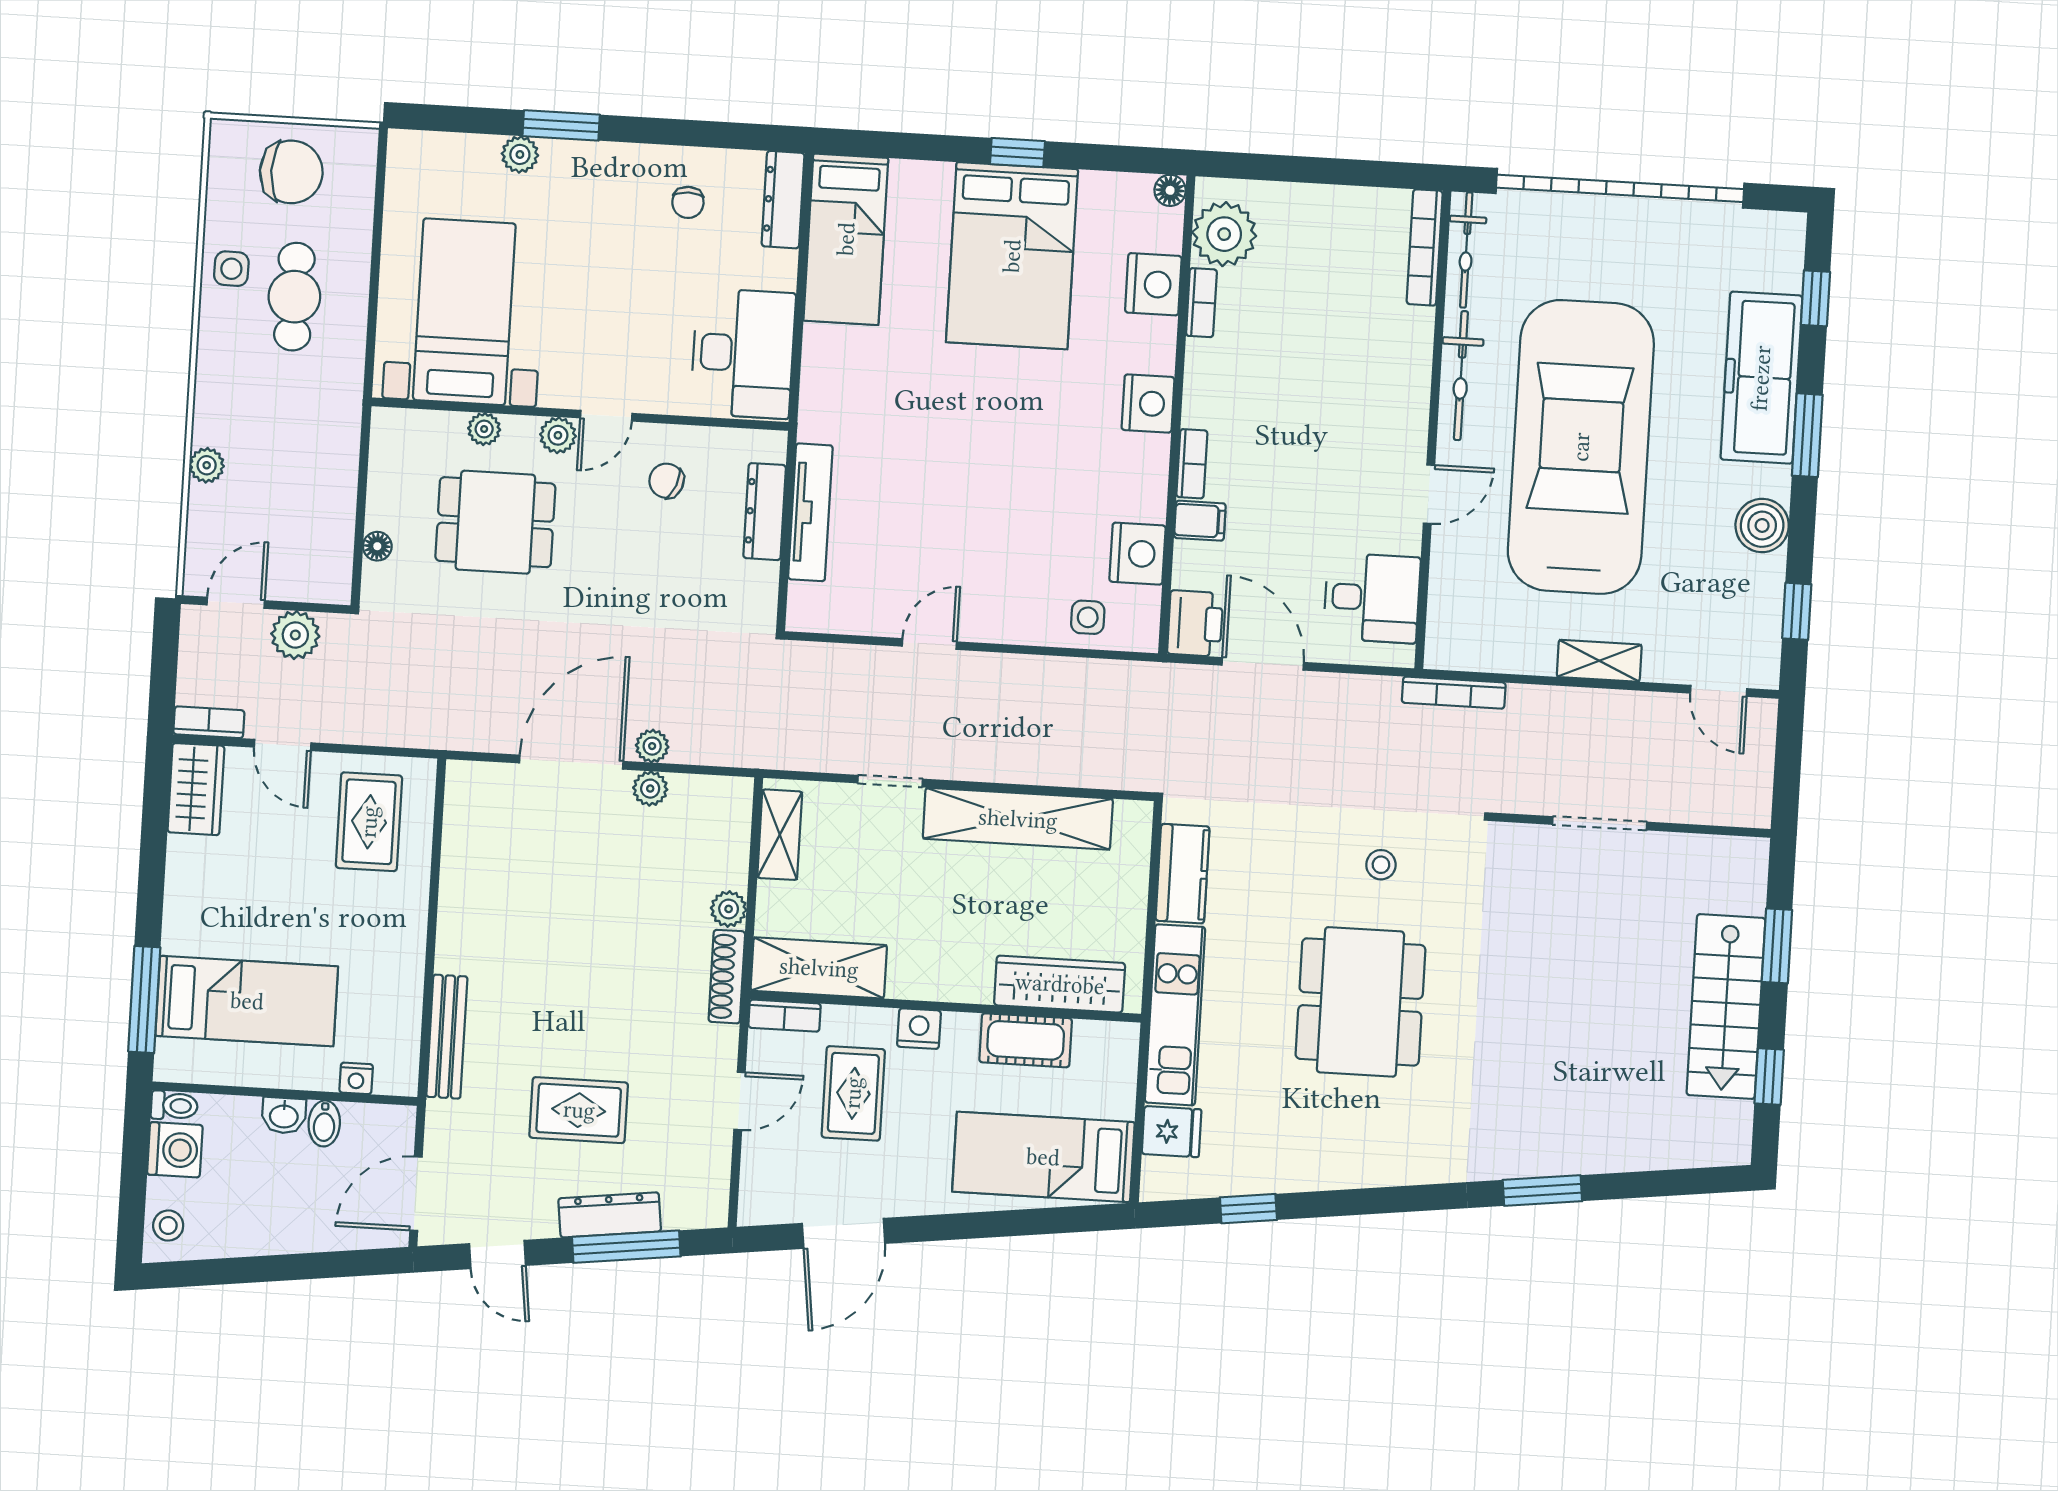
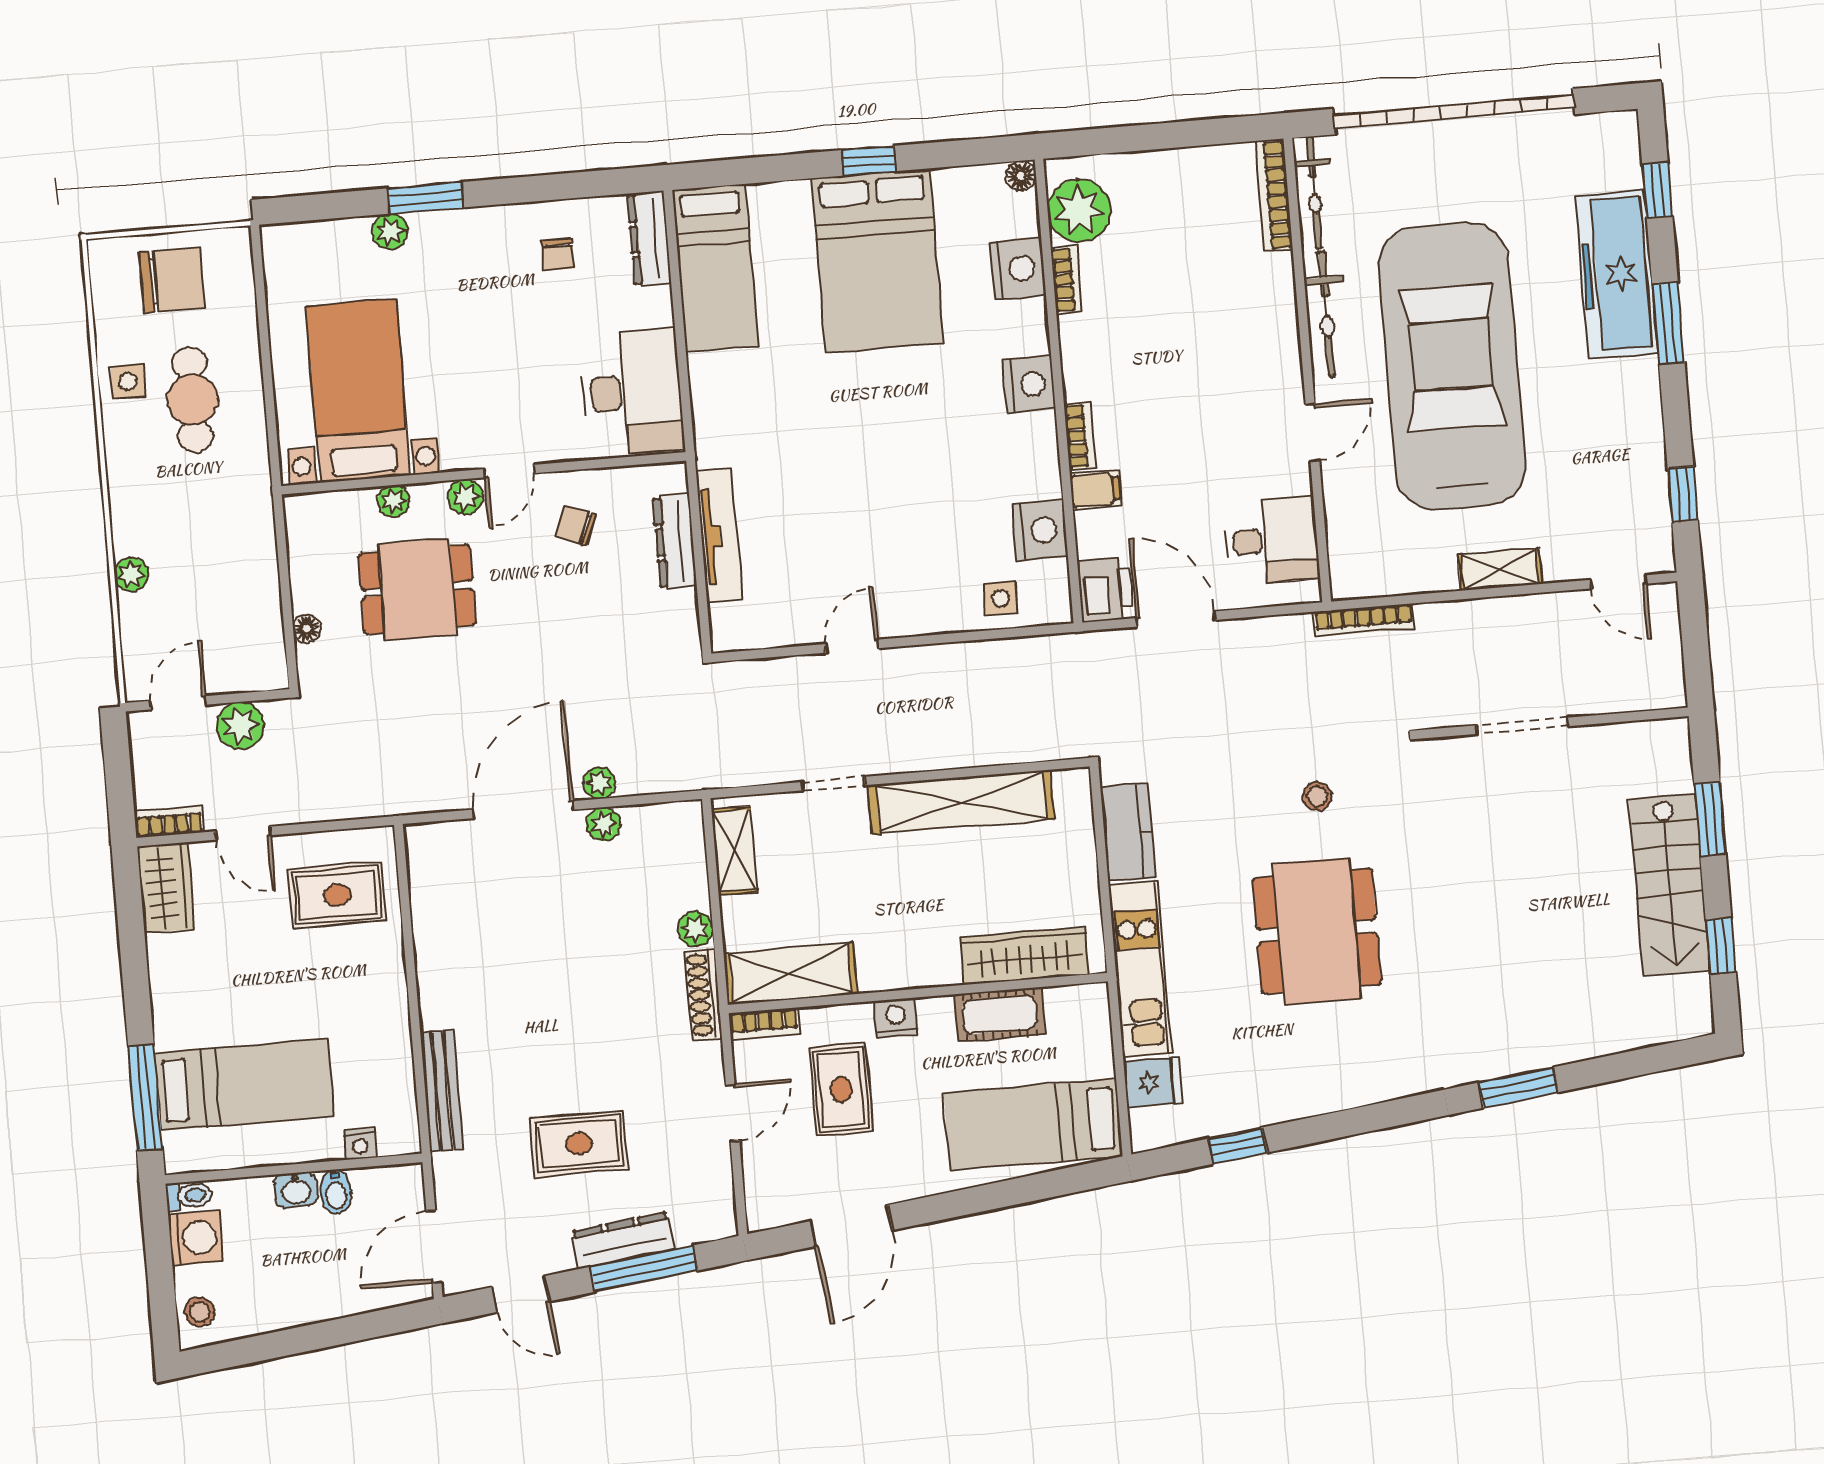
boiler: (1762, 525) -> (1637, 416), removed
rug: (369, 822) -> (337, 895), turned 90

